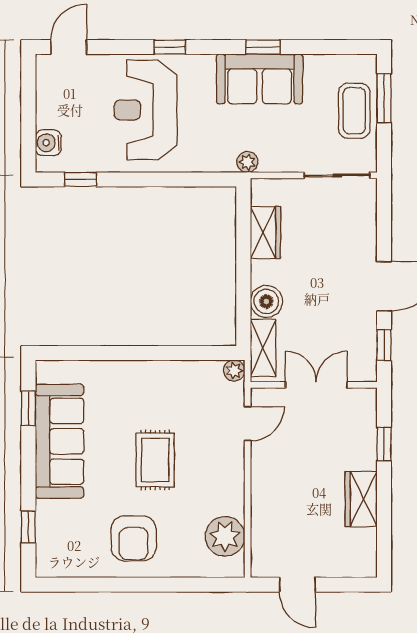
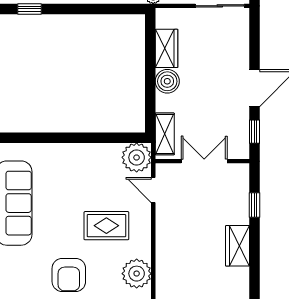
boiler: (266, 301) -> (167, 81), moved
plant: (234, 371) -> (137, 157), width x1.88, depth x1.88
door: (248, 424) -> (153, 190), swing flipped
rug: (155, 460) -> (106, 226), moved, turned 90

